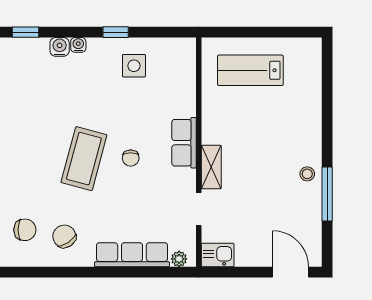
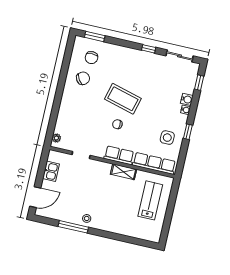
shelving: (211, 167) -> (124, 172), moved
row of seats: (132, 255) -> (154, 163), moved, turned -90
kitchen sink: (218, 255) -> (51, 171), moved

